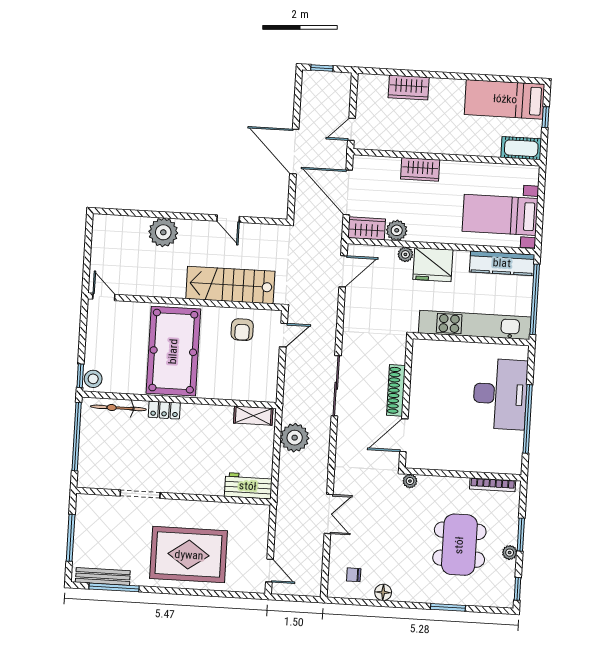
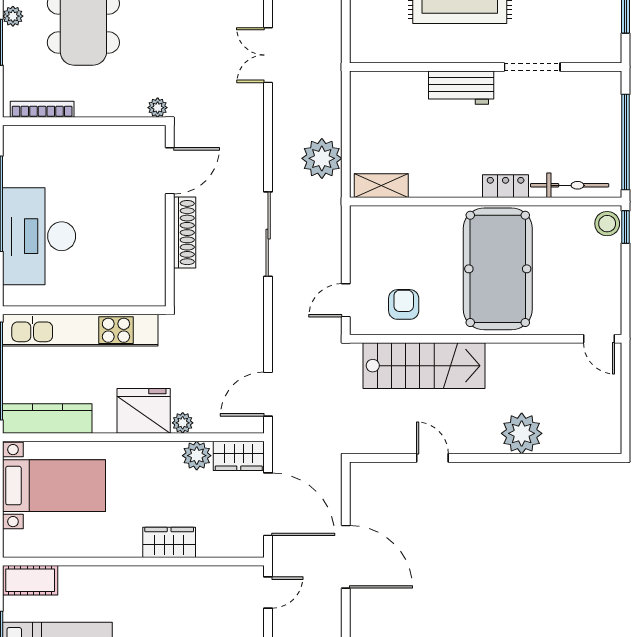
workbench: (248, 486) -> (461, 88), moved

